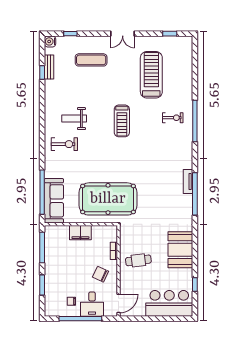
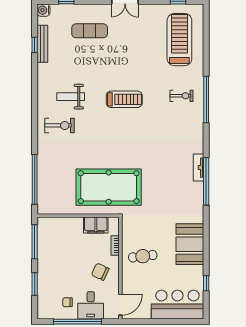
bench: (49, 67) -> (42, 44), width x1.36
treadmill: (151, 75) -> (179, 40), moved
treadmill: (122, 121) -> (124, 99), turned -90
sofa: (54, 201) -> (48, 189), removed
filing cabinet: (80, 233) -> (96, 225), moved

